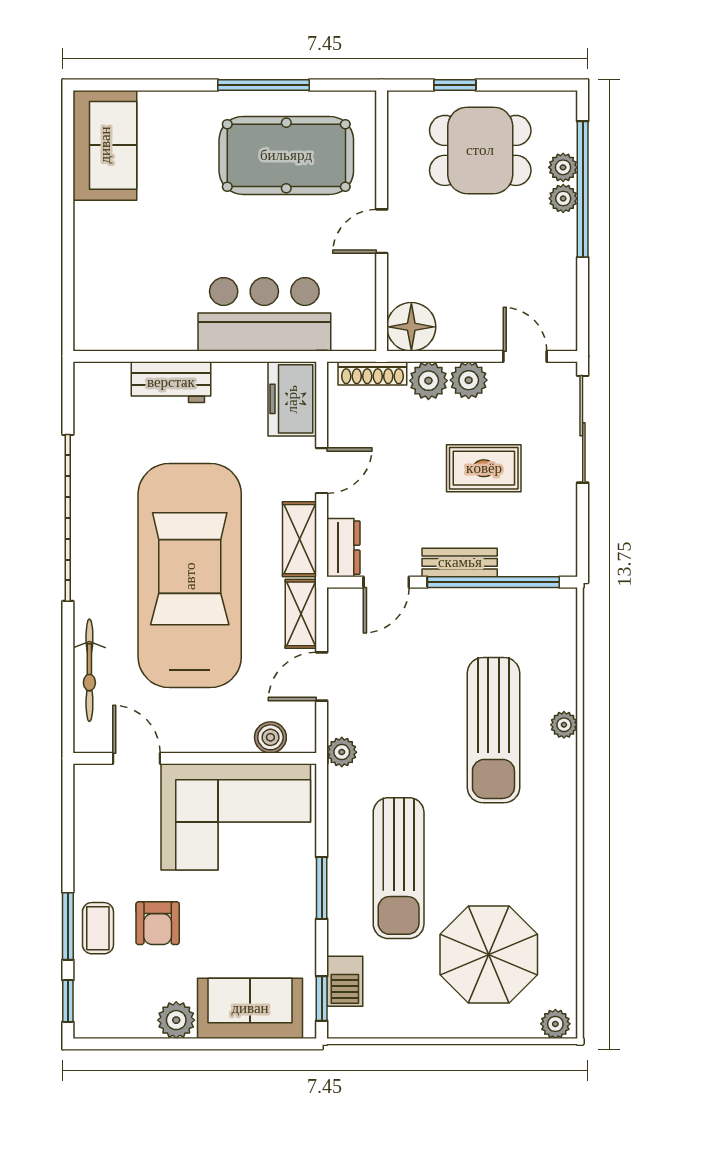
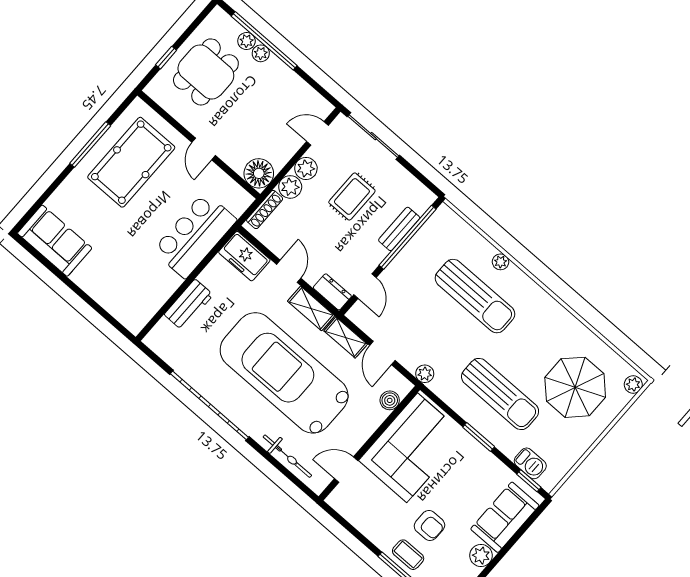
bench: (460, 562) -> (399, 229), moved

